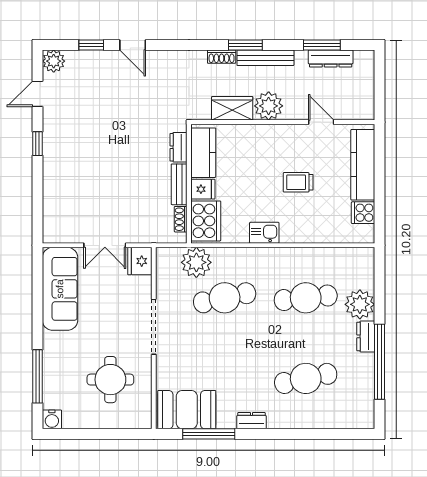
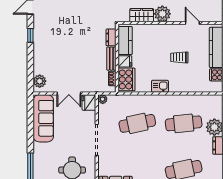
plant: (54, 224) -> (40, 81), added
plant: (196, 262) -> (103, 99), moved, width x0.53, depth x0.53

